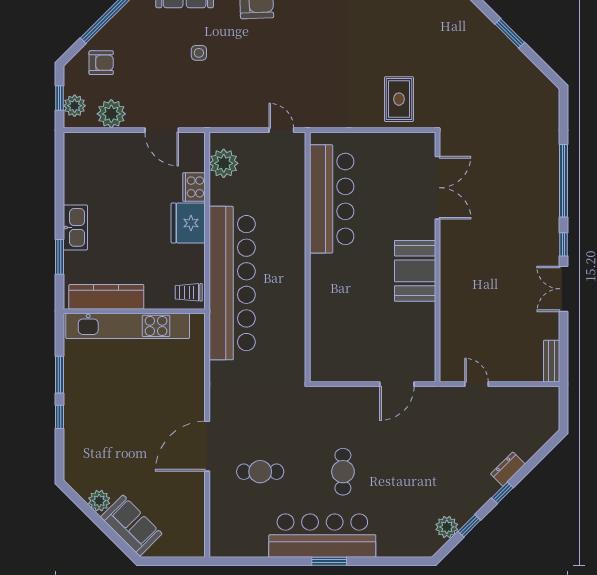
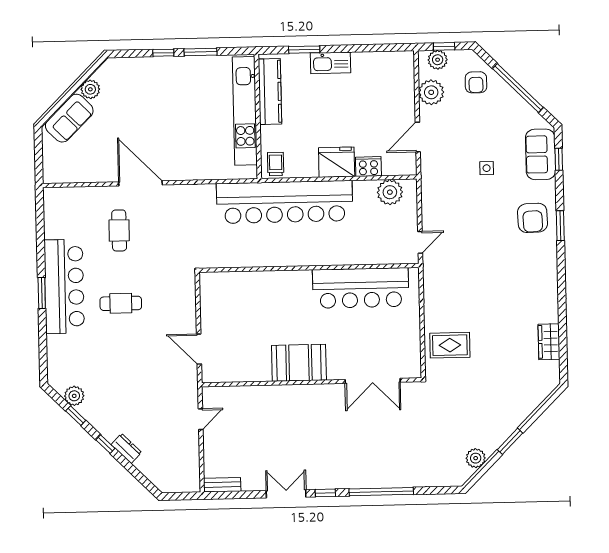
plant: (528, 73) -> (476, 458), added

